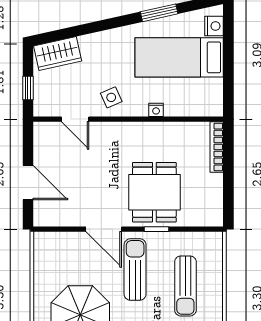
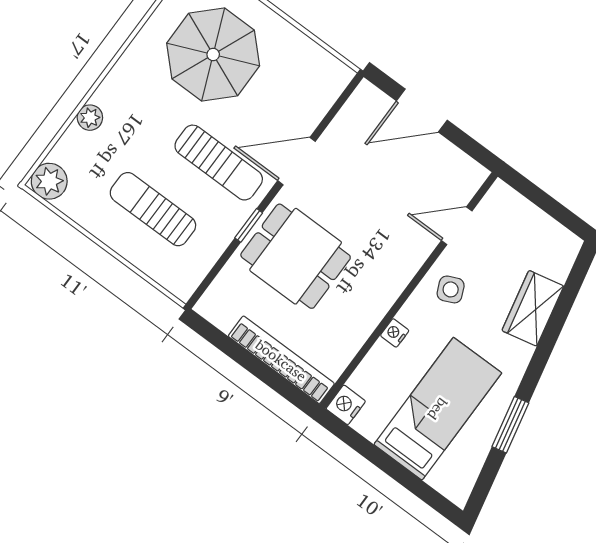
nightstand: (214, 26) -> (346, 405), moved, turned 90
wardrobe: (58, 54) -> (533, 308), moved
window: (28, 88) -> (537, 196), removed
bookcase: (217, 147) -> (281, 360), width x1.48, depth x1.31

